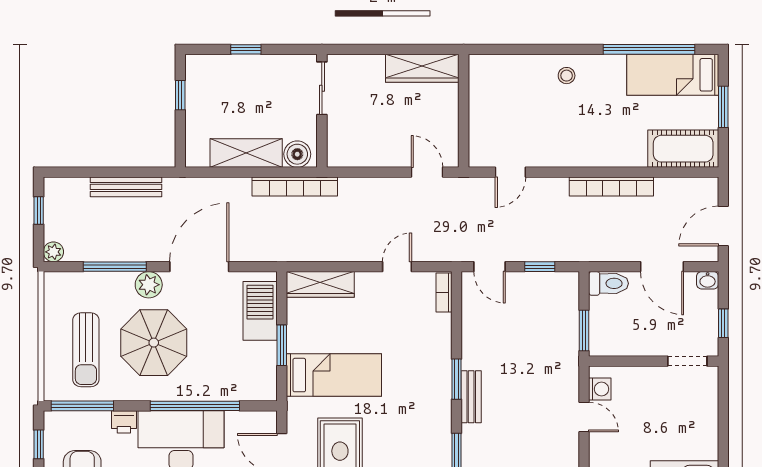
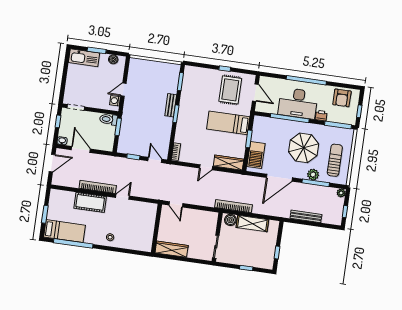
cot: (683, 149) -> (90, 202), moved
door: (510, 172) -> (122, 197), moved
door: (397, 267) -> (206, 167), moved
toilet: (609, 283) -> (109, 119), moved
plant: (149, 285) -> (313, 175), moved
sun lounger: (86, 350) -> (335, 160), moved
door: (584, 417) -> (123, 90), hinge flipped

